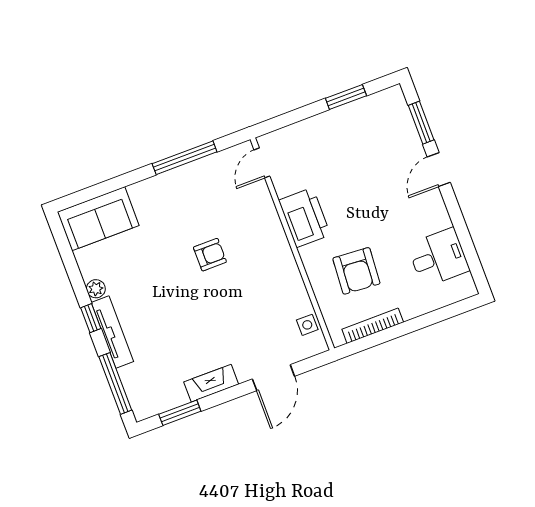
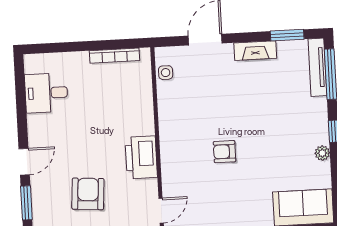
armchair: (356, 271) -> (88, 194), moved
tv unit: (112, 332) -> (317, 67), moved

